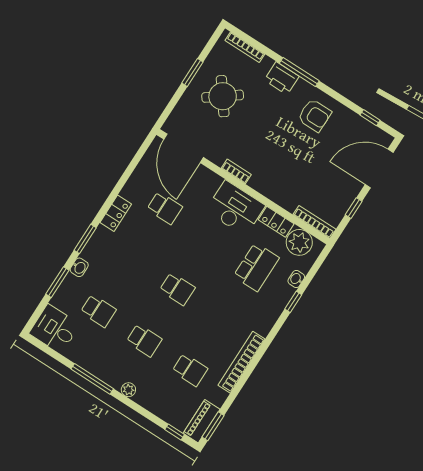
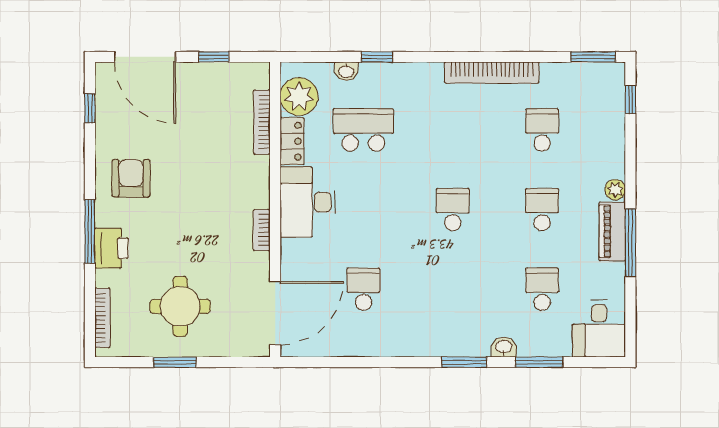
round table: (223, 96) -> (180, 306), turned 37
locker: (116, 213) -> (408, 345), removed
bookcase: (315, 222) -> (262, 122), moved
piano: (202, 421) -> (612, 231), moved, turned 90

